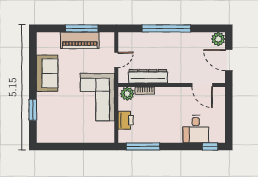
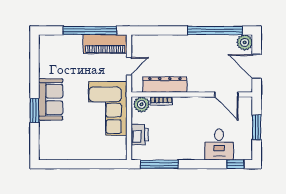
window: (82, 28) -> (90, 30), width x1.46
window: (166, 28) -> (215, 30), moved
piano: (80, 40) -> (105, 44), moved
sofa: (47, 73) -> (51, 99), moved
window: (33, 110) -> (34, 110), moved
window: (229, 114) -> (257, 127), added

